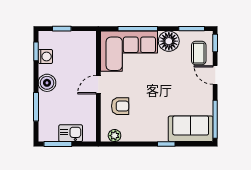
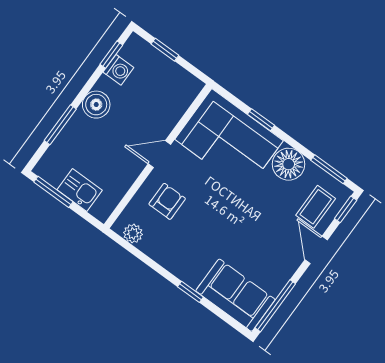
window: (138, 29) -> (261, 120), width x0.46
armchair: (120, 106) -> (167, 201), turned -90

